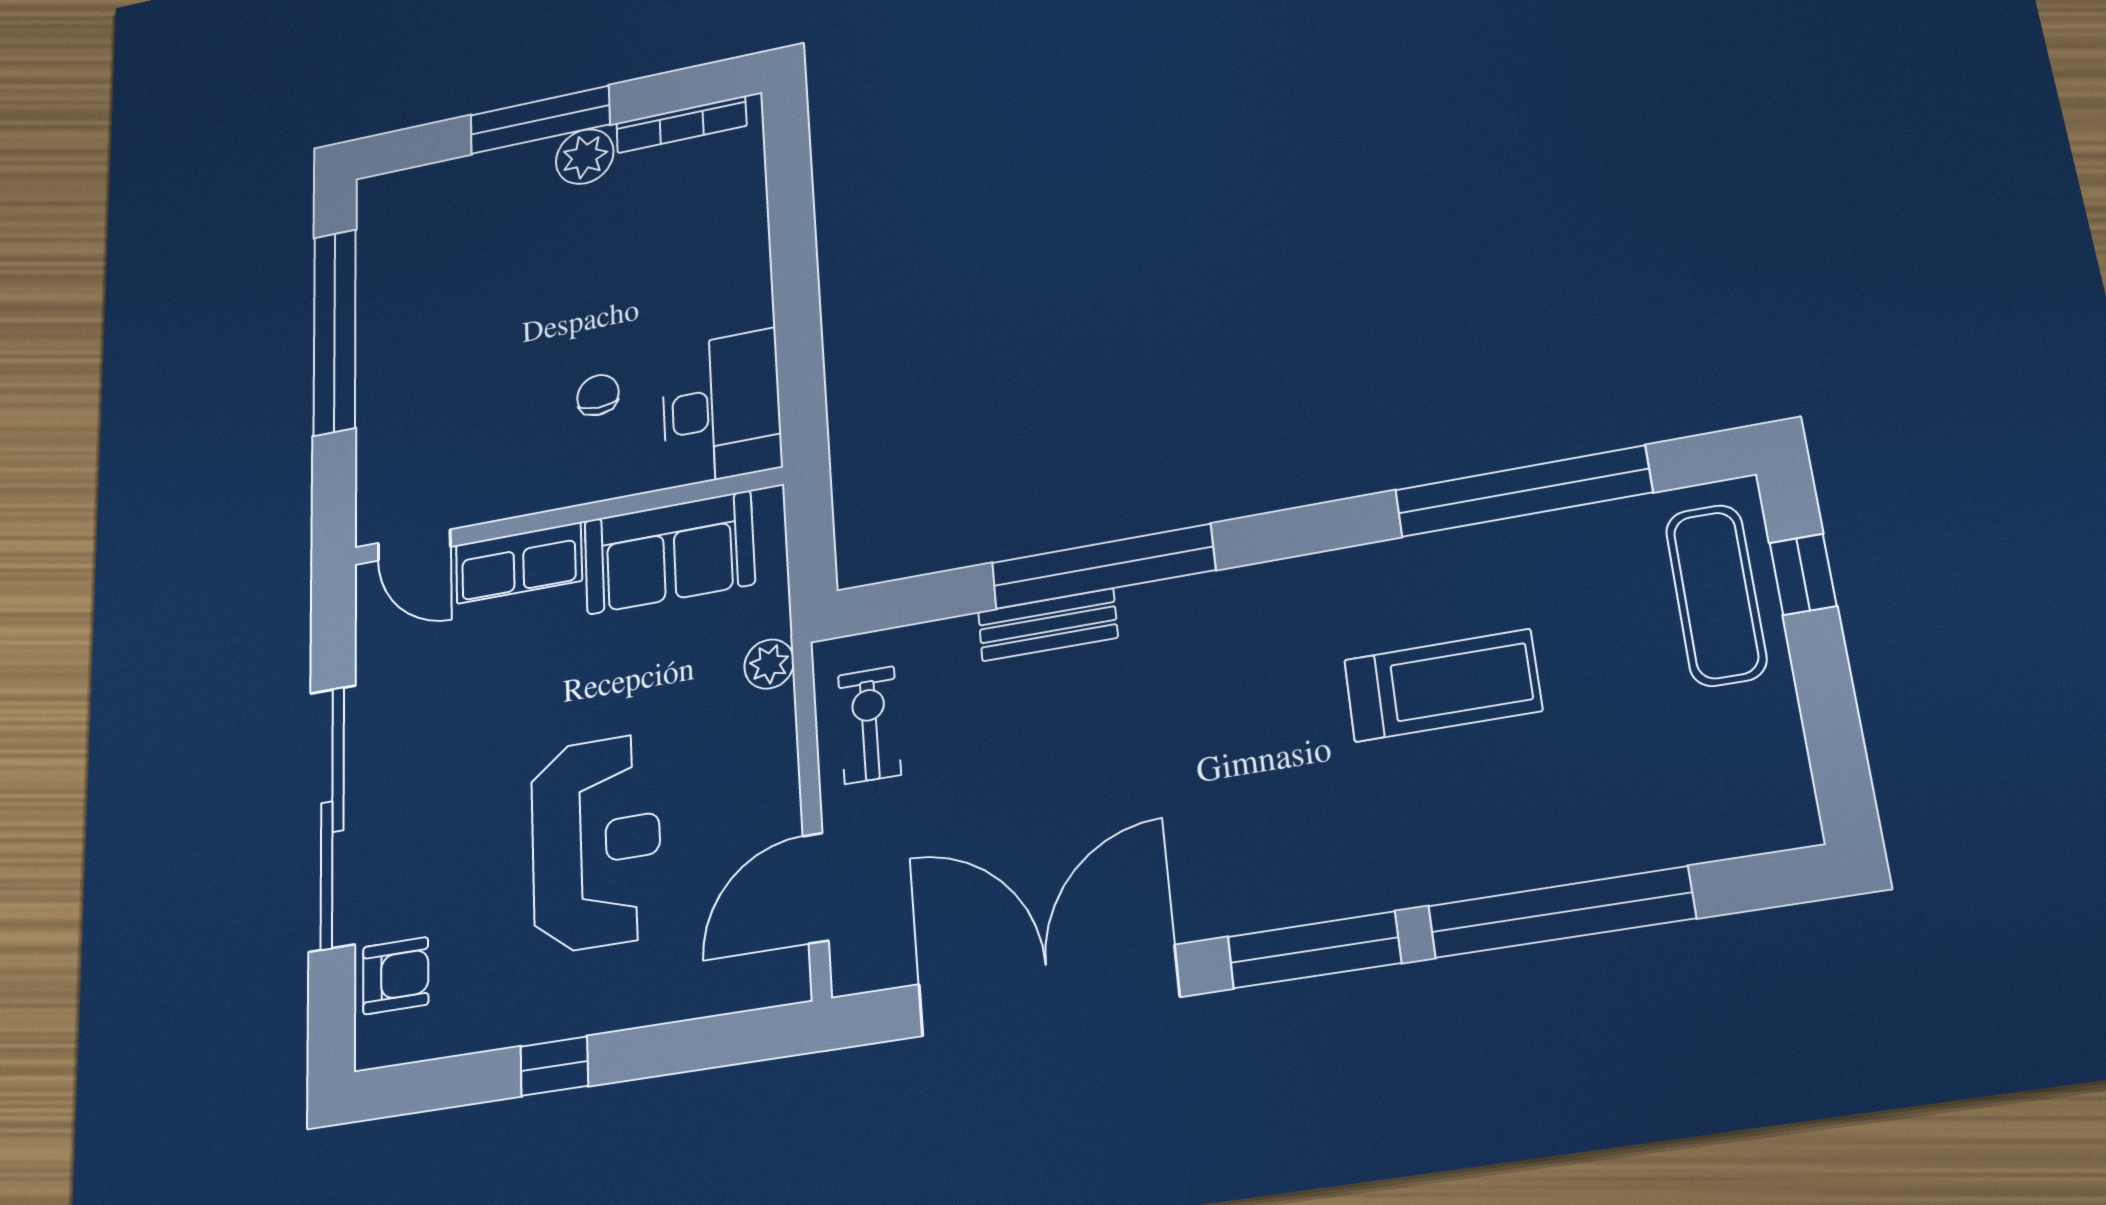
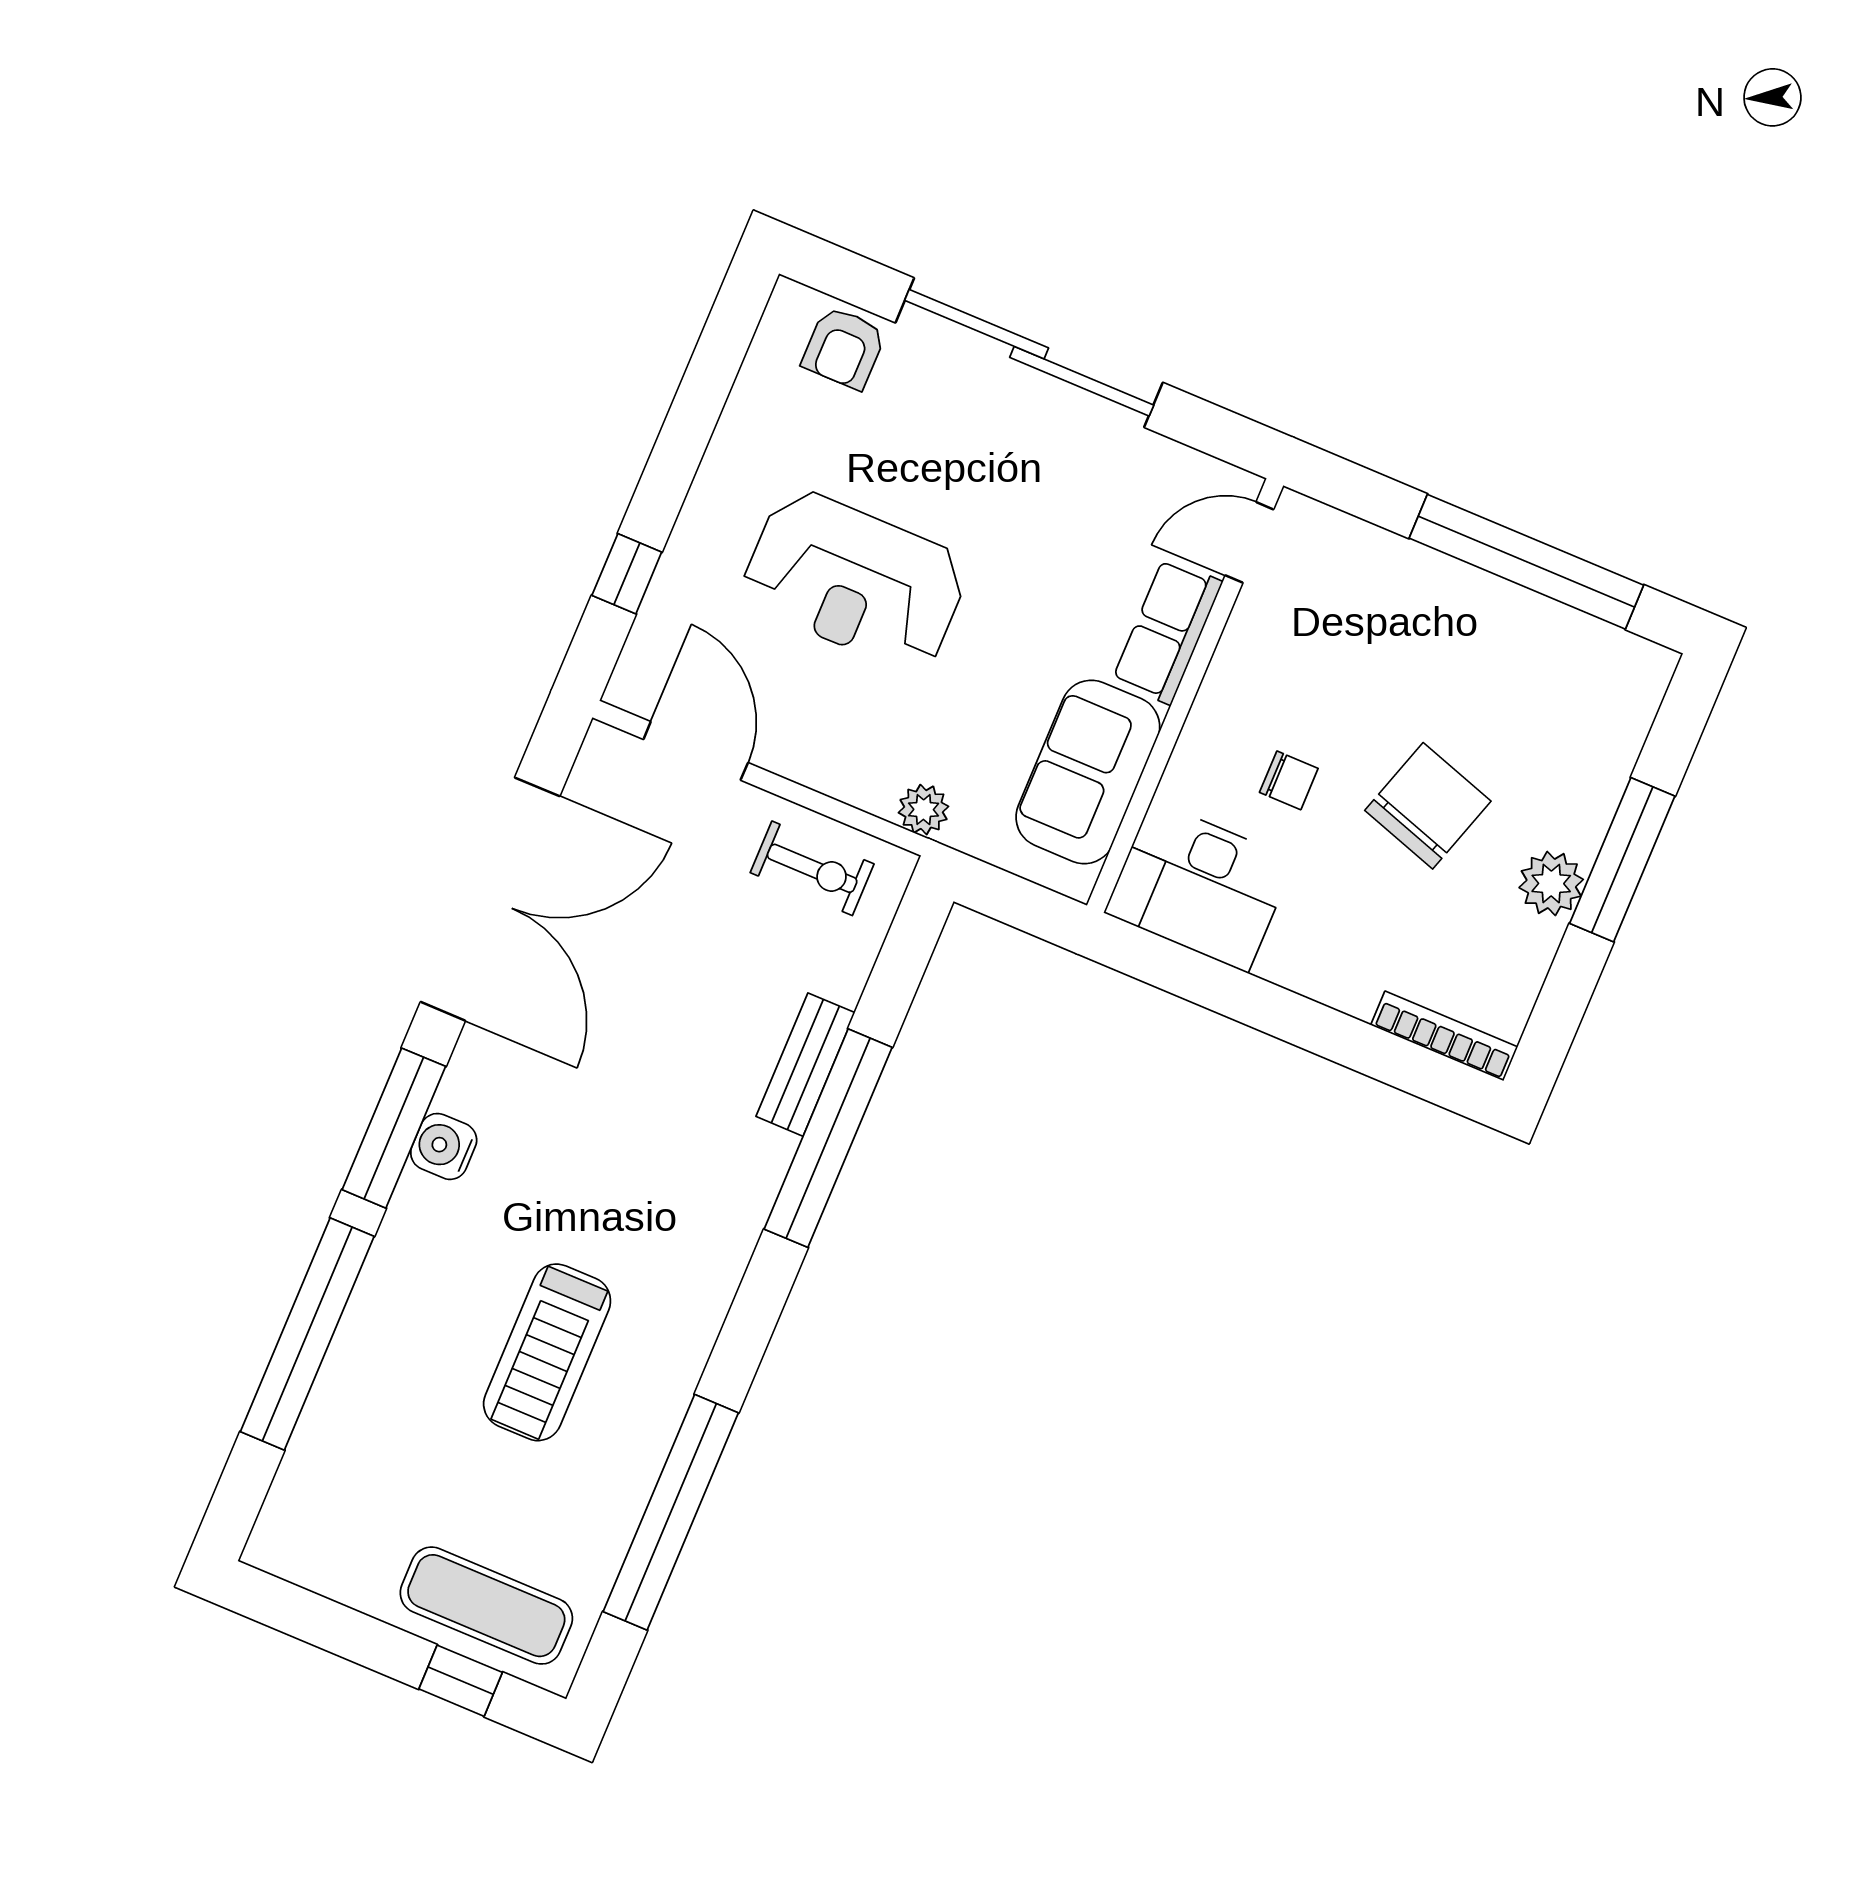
bookcase: (681, 124) -> (1444, 1036), moved, turned 90
chair: (567, 281) -> (1428, 806), added
water cooler: (1305, 894) -> (444, 1146), added
window: (554, 1066) -> (627, 574), moved

